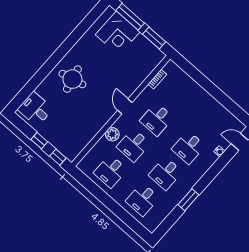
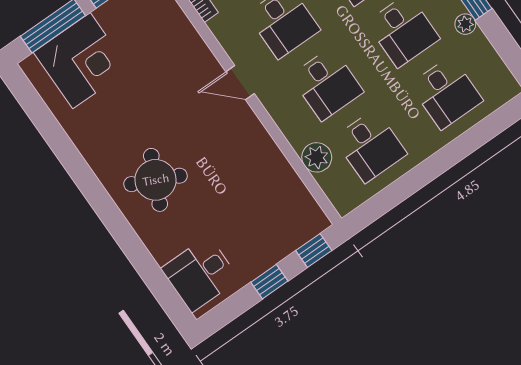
round table: (72, 79) -> (156, 180), turned 38
plant: (112, 134) -> (317, 157), moved
plant: (175, 201) -> (465, 24), added

